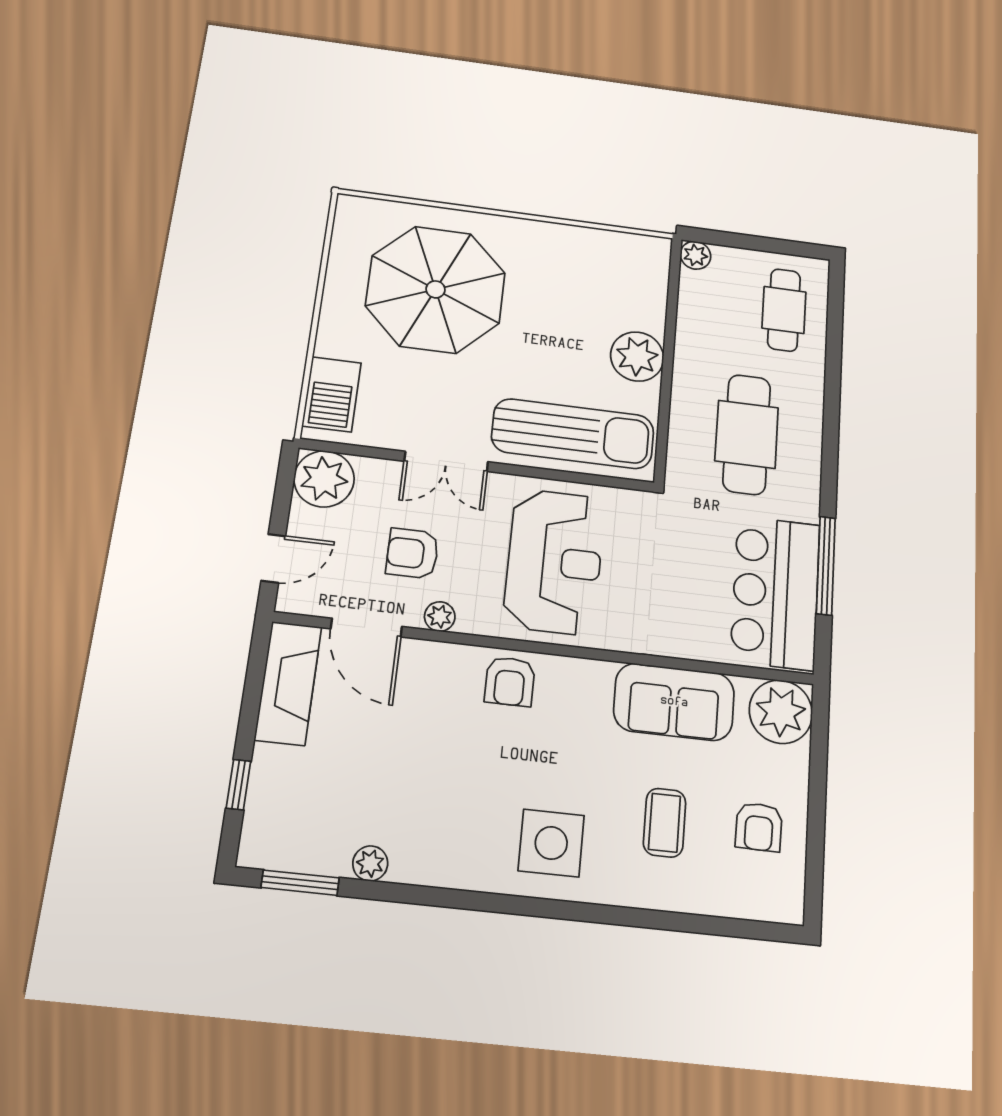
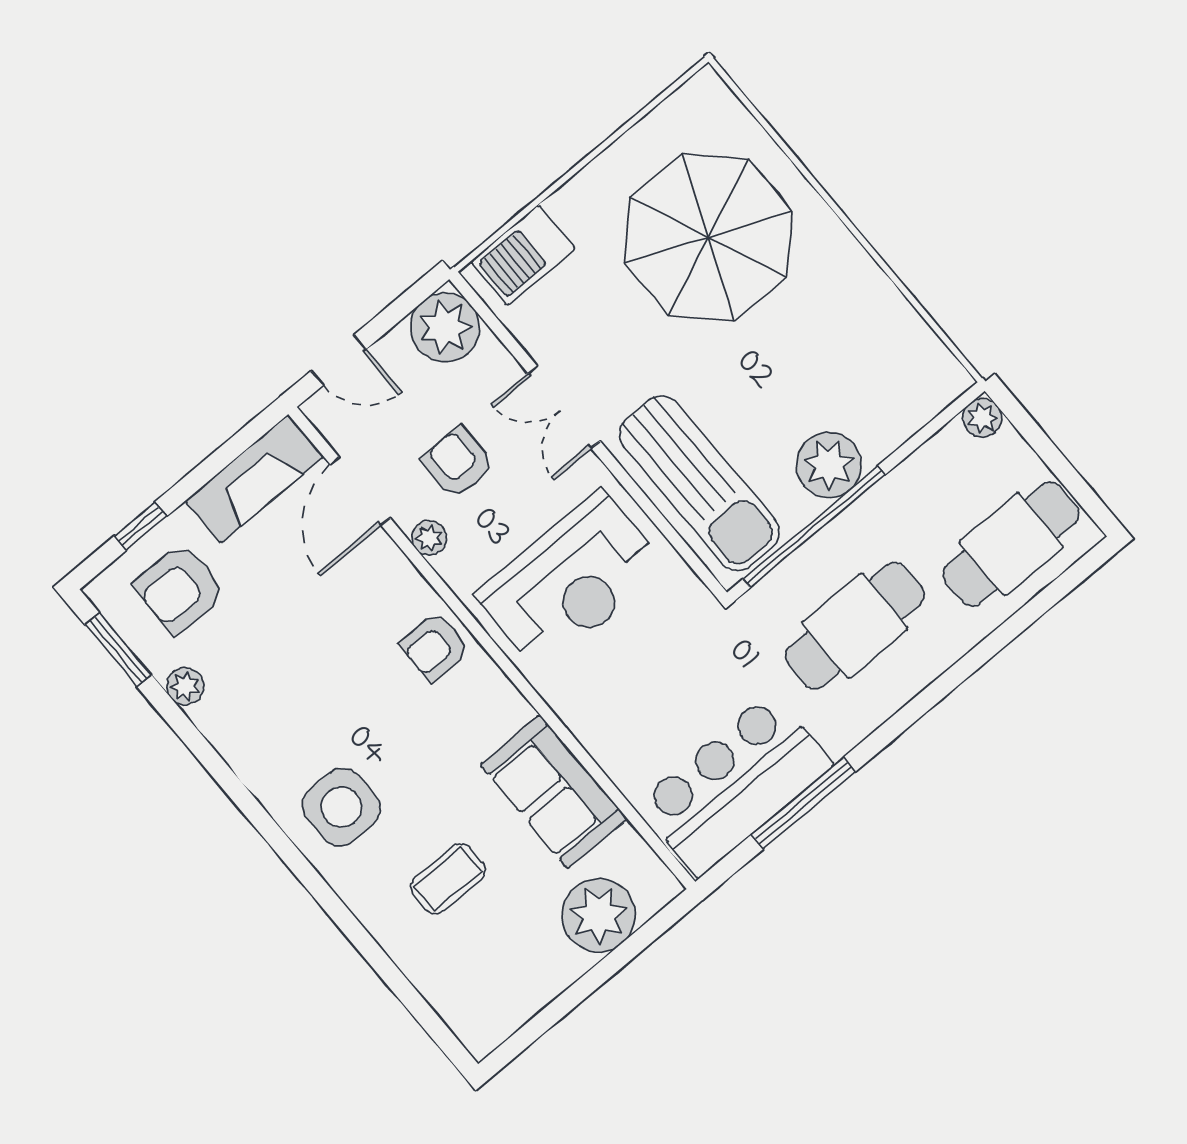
cafe table: (784, 310) -> (1011, 544), width x1.37, depth x1.35
window: (665, 399) -> (814, 527), added
plant: (781, 712) -> (599, 915), moved
armchair: (759, 827) -> (180, 589), moved, width x1.38, depth x1.38

